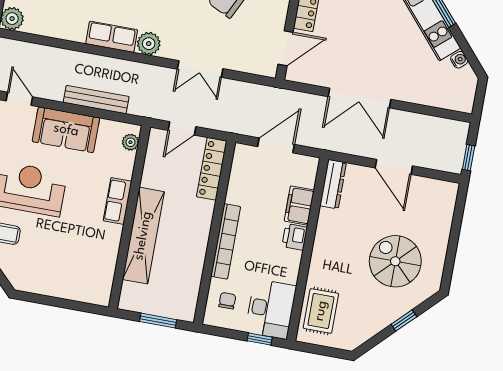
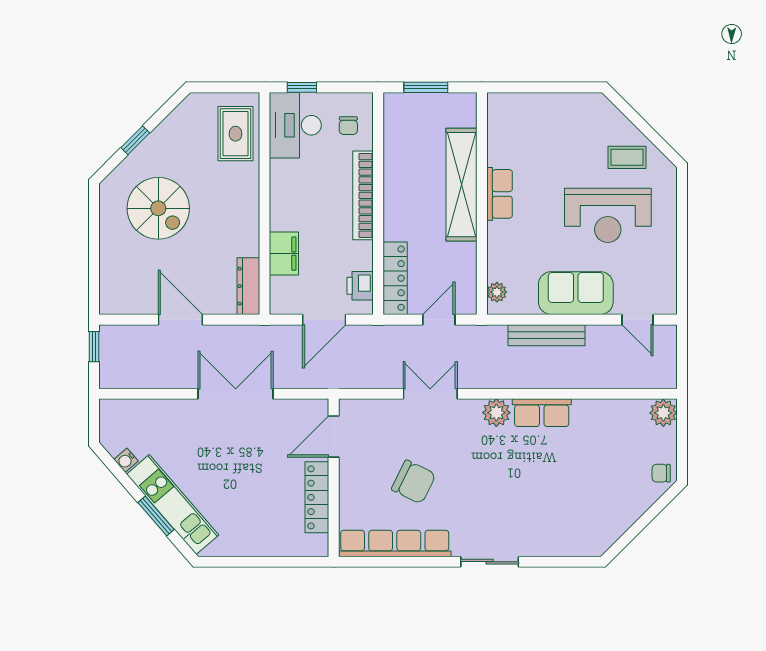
row of seats: (118, 201) -> (499, 194), moved
printer: (295, 237) -> (360, 286), moved, turned 180

